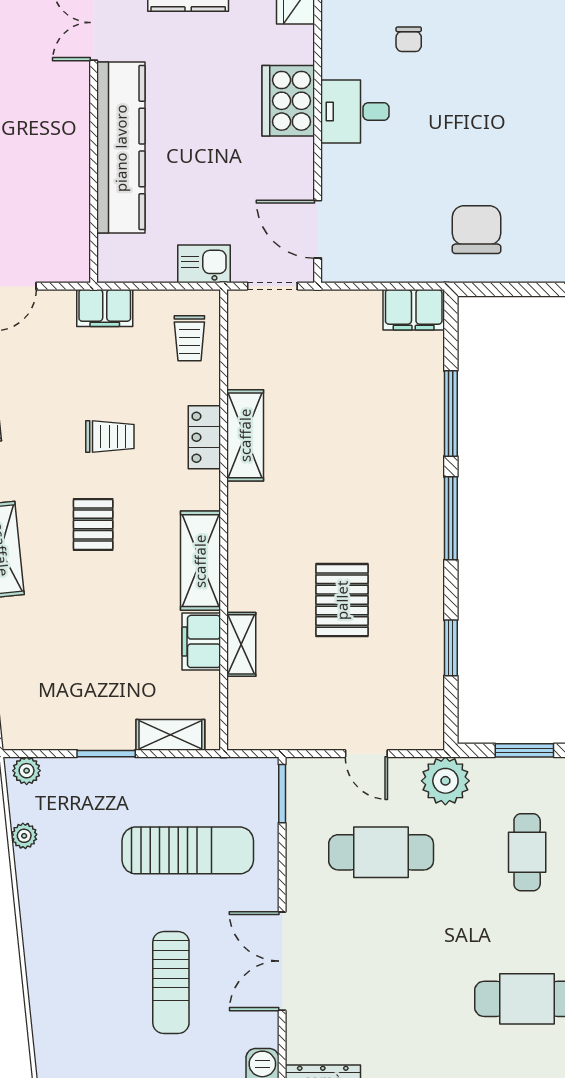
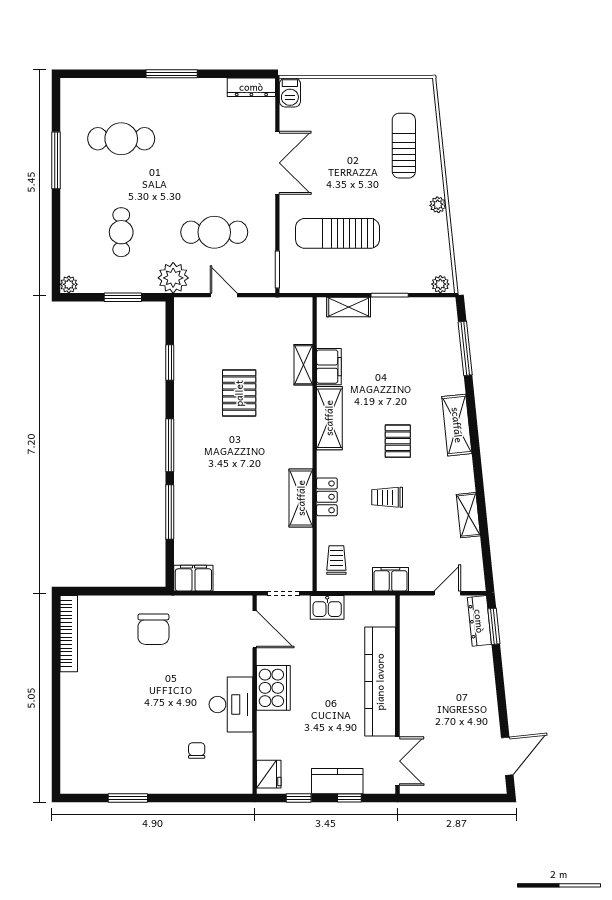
cooker: (288, 101) -> (273, 688), moved
desk: (355, 112) -> (231, 704), width x1.37
plant: (24, 836) -> (438, 205), moved
sun lounger: (171, 983) -> (404, 146), moved

